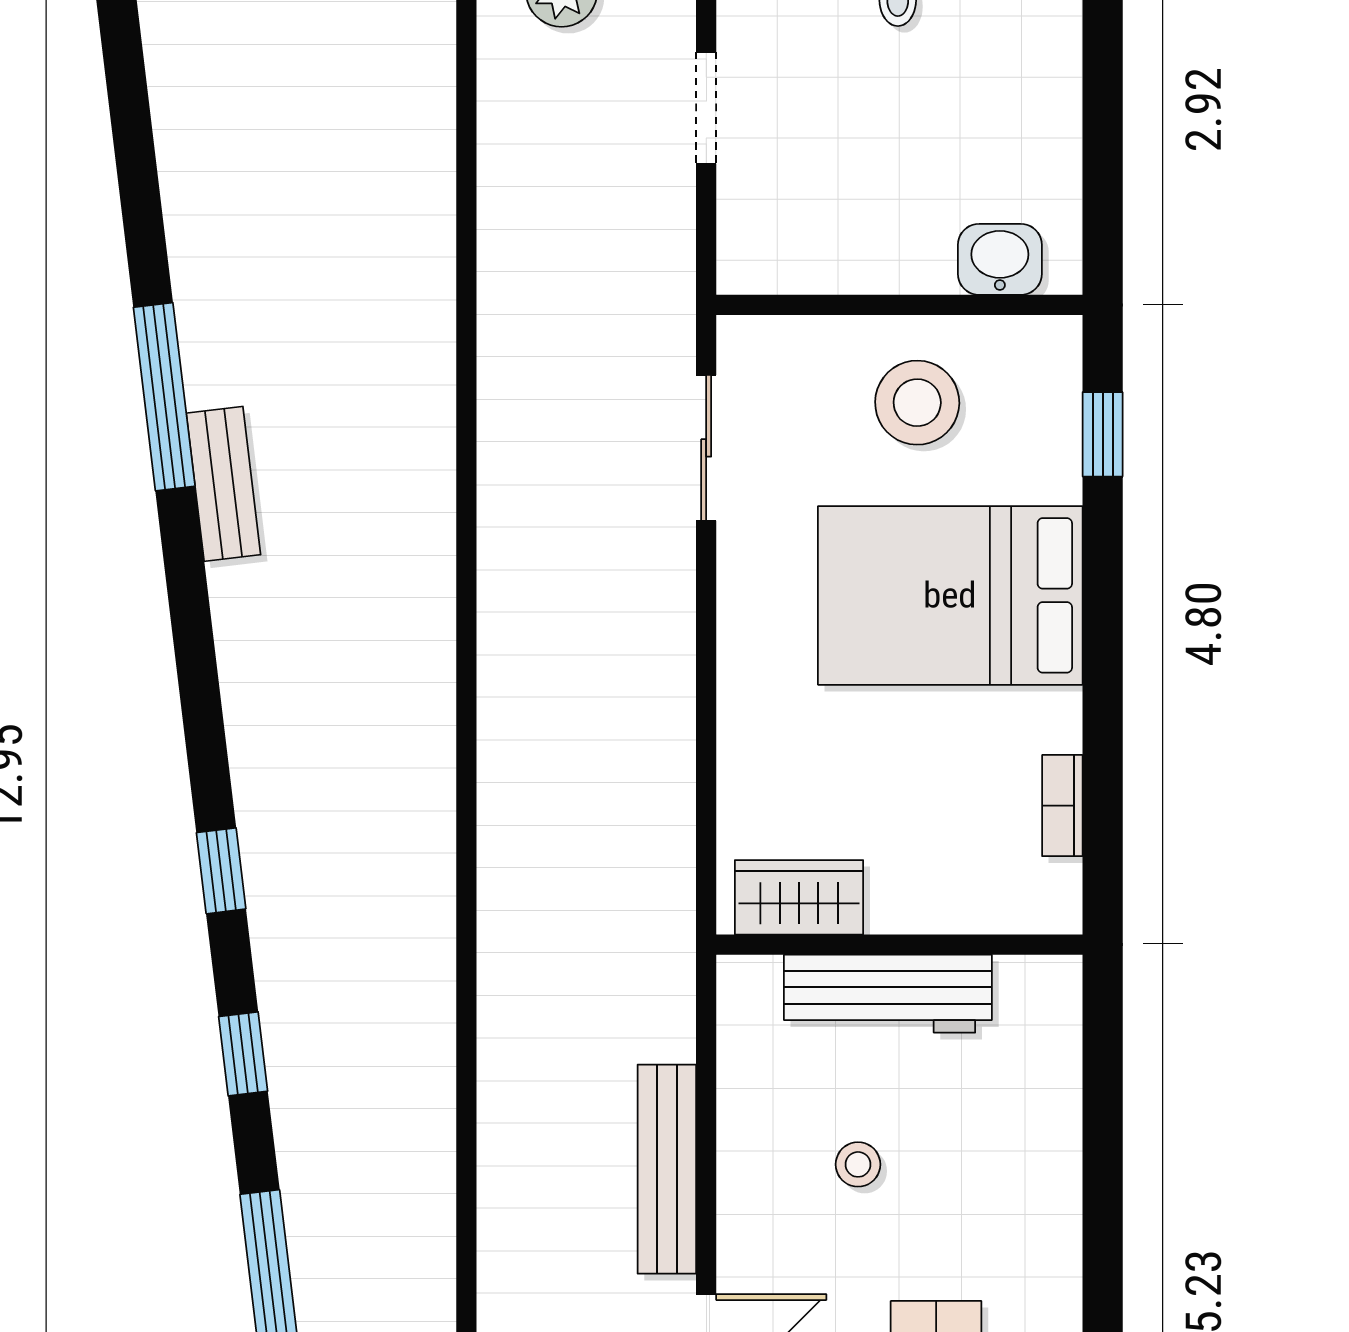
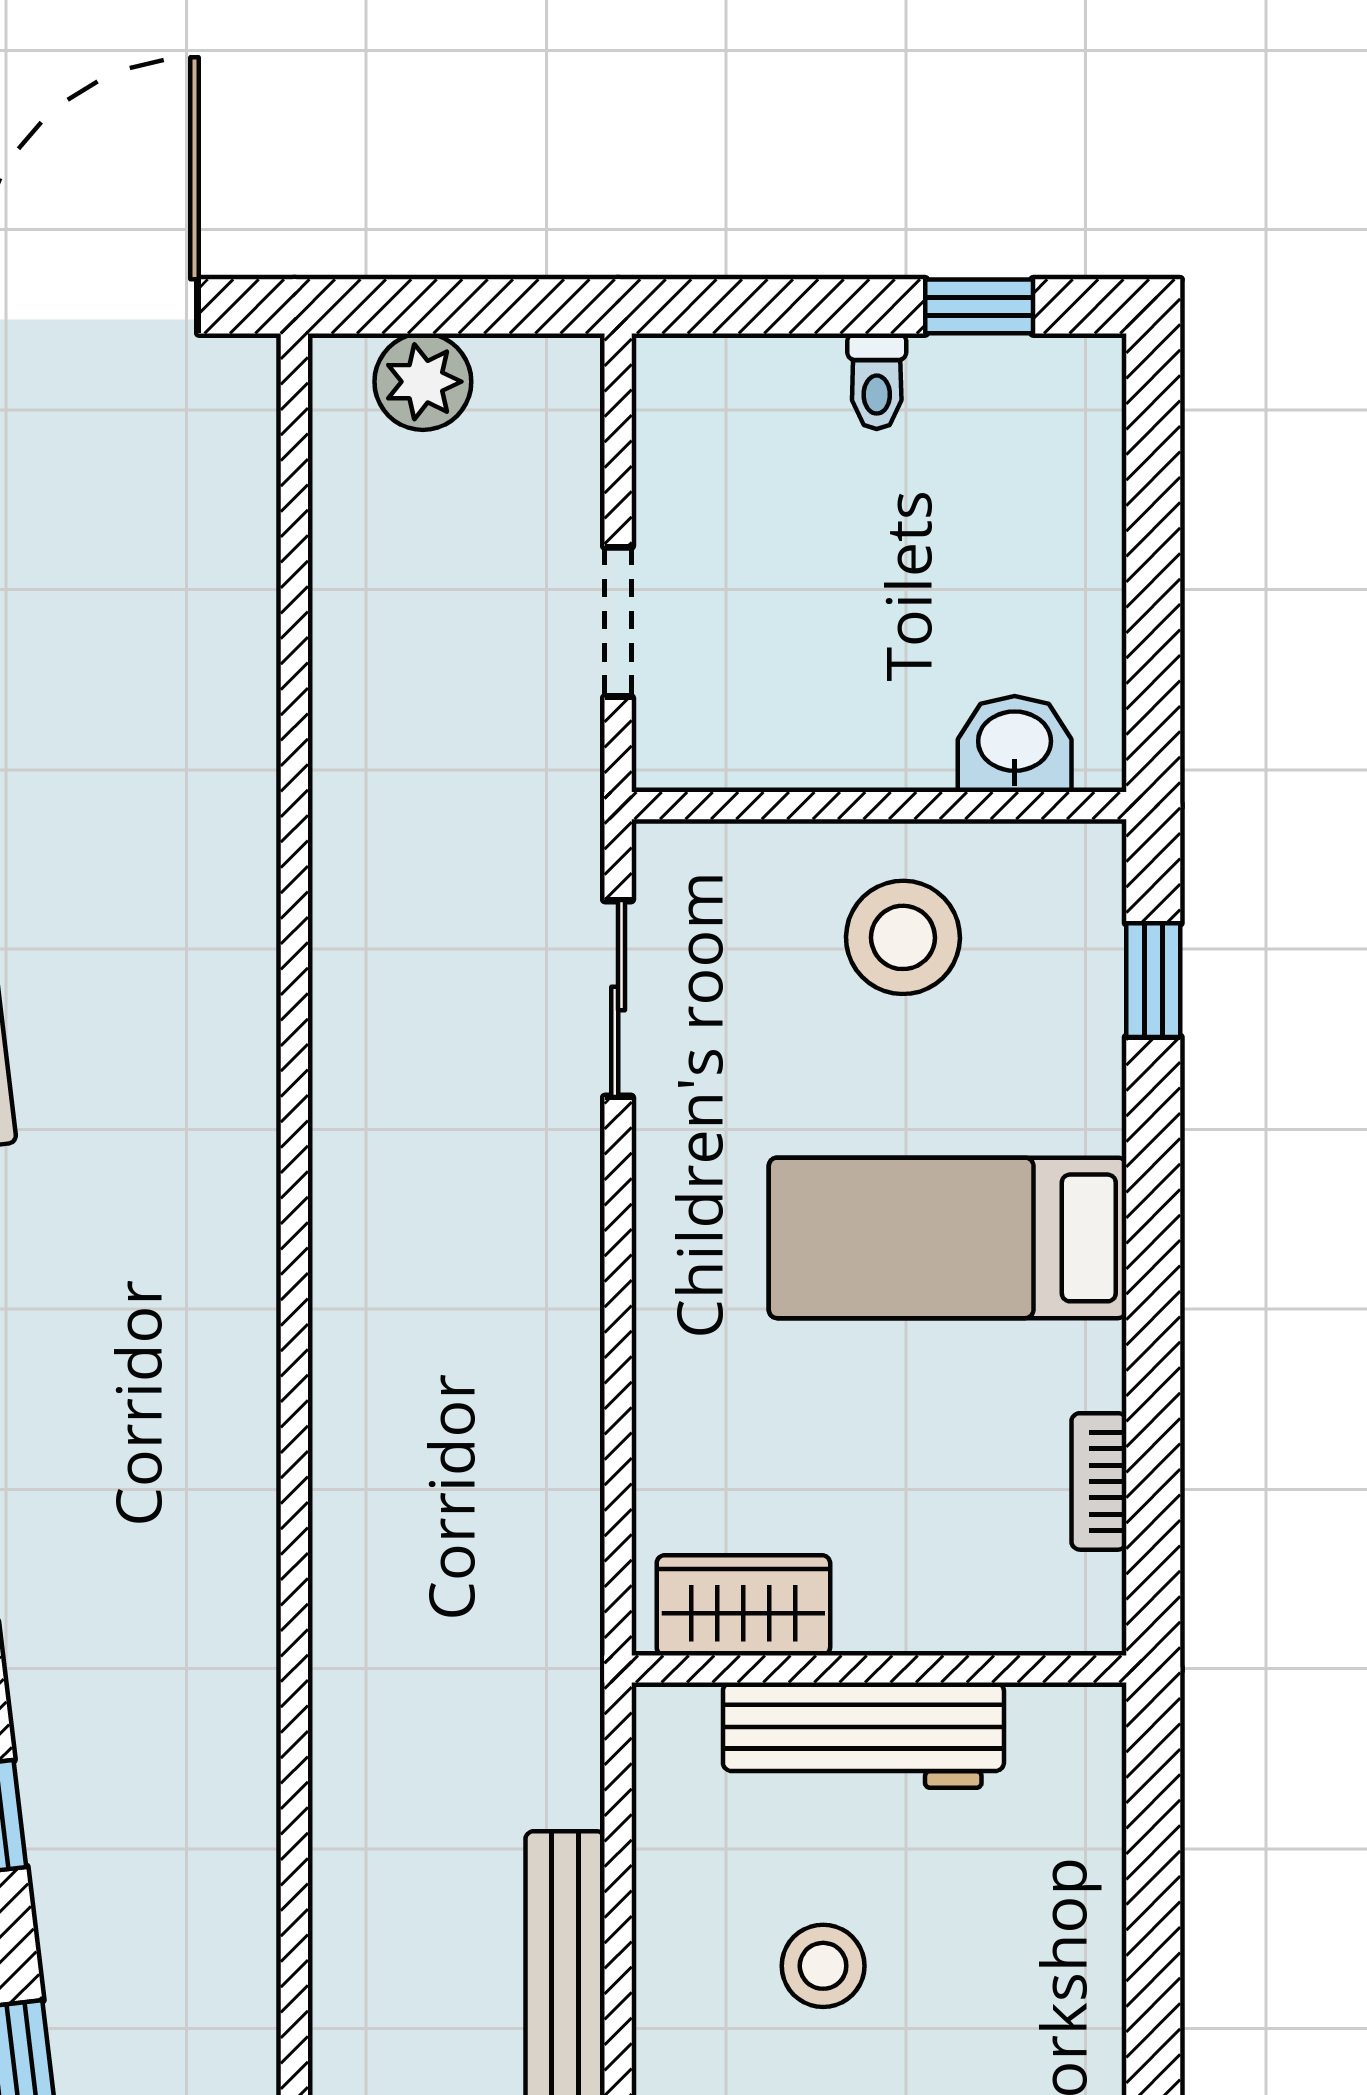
doorway: (706, 108) -> (618, 622), moved
bed: (950, 595) -> (948, 1238), width x0.67
stool: (858, 1164) -> (823, 1966), width x1.37, depth x1.37

